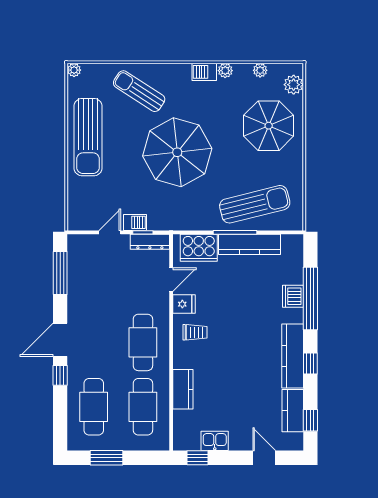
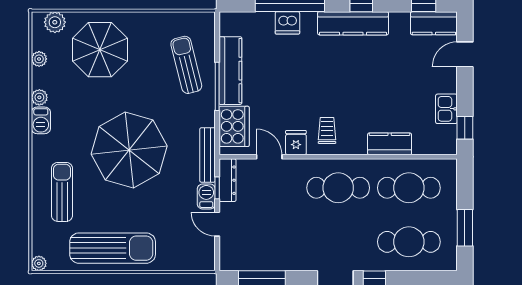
sun lounger: (139, 91) -> (62, 192), turned 147
sun lounger: (255, 204) -> (186, 65), width x0.73, depth x0.75
bench: (173, 224) -> (208, 155), added
kitchen counter: (293, 411) -> (434, 23), moved

